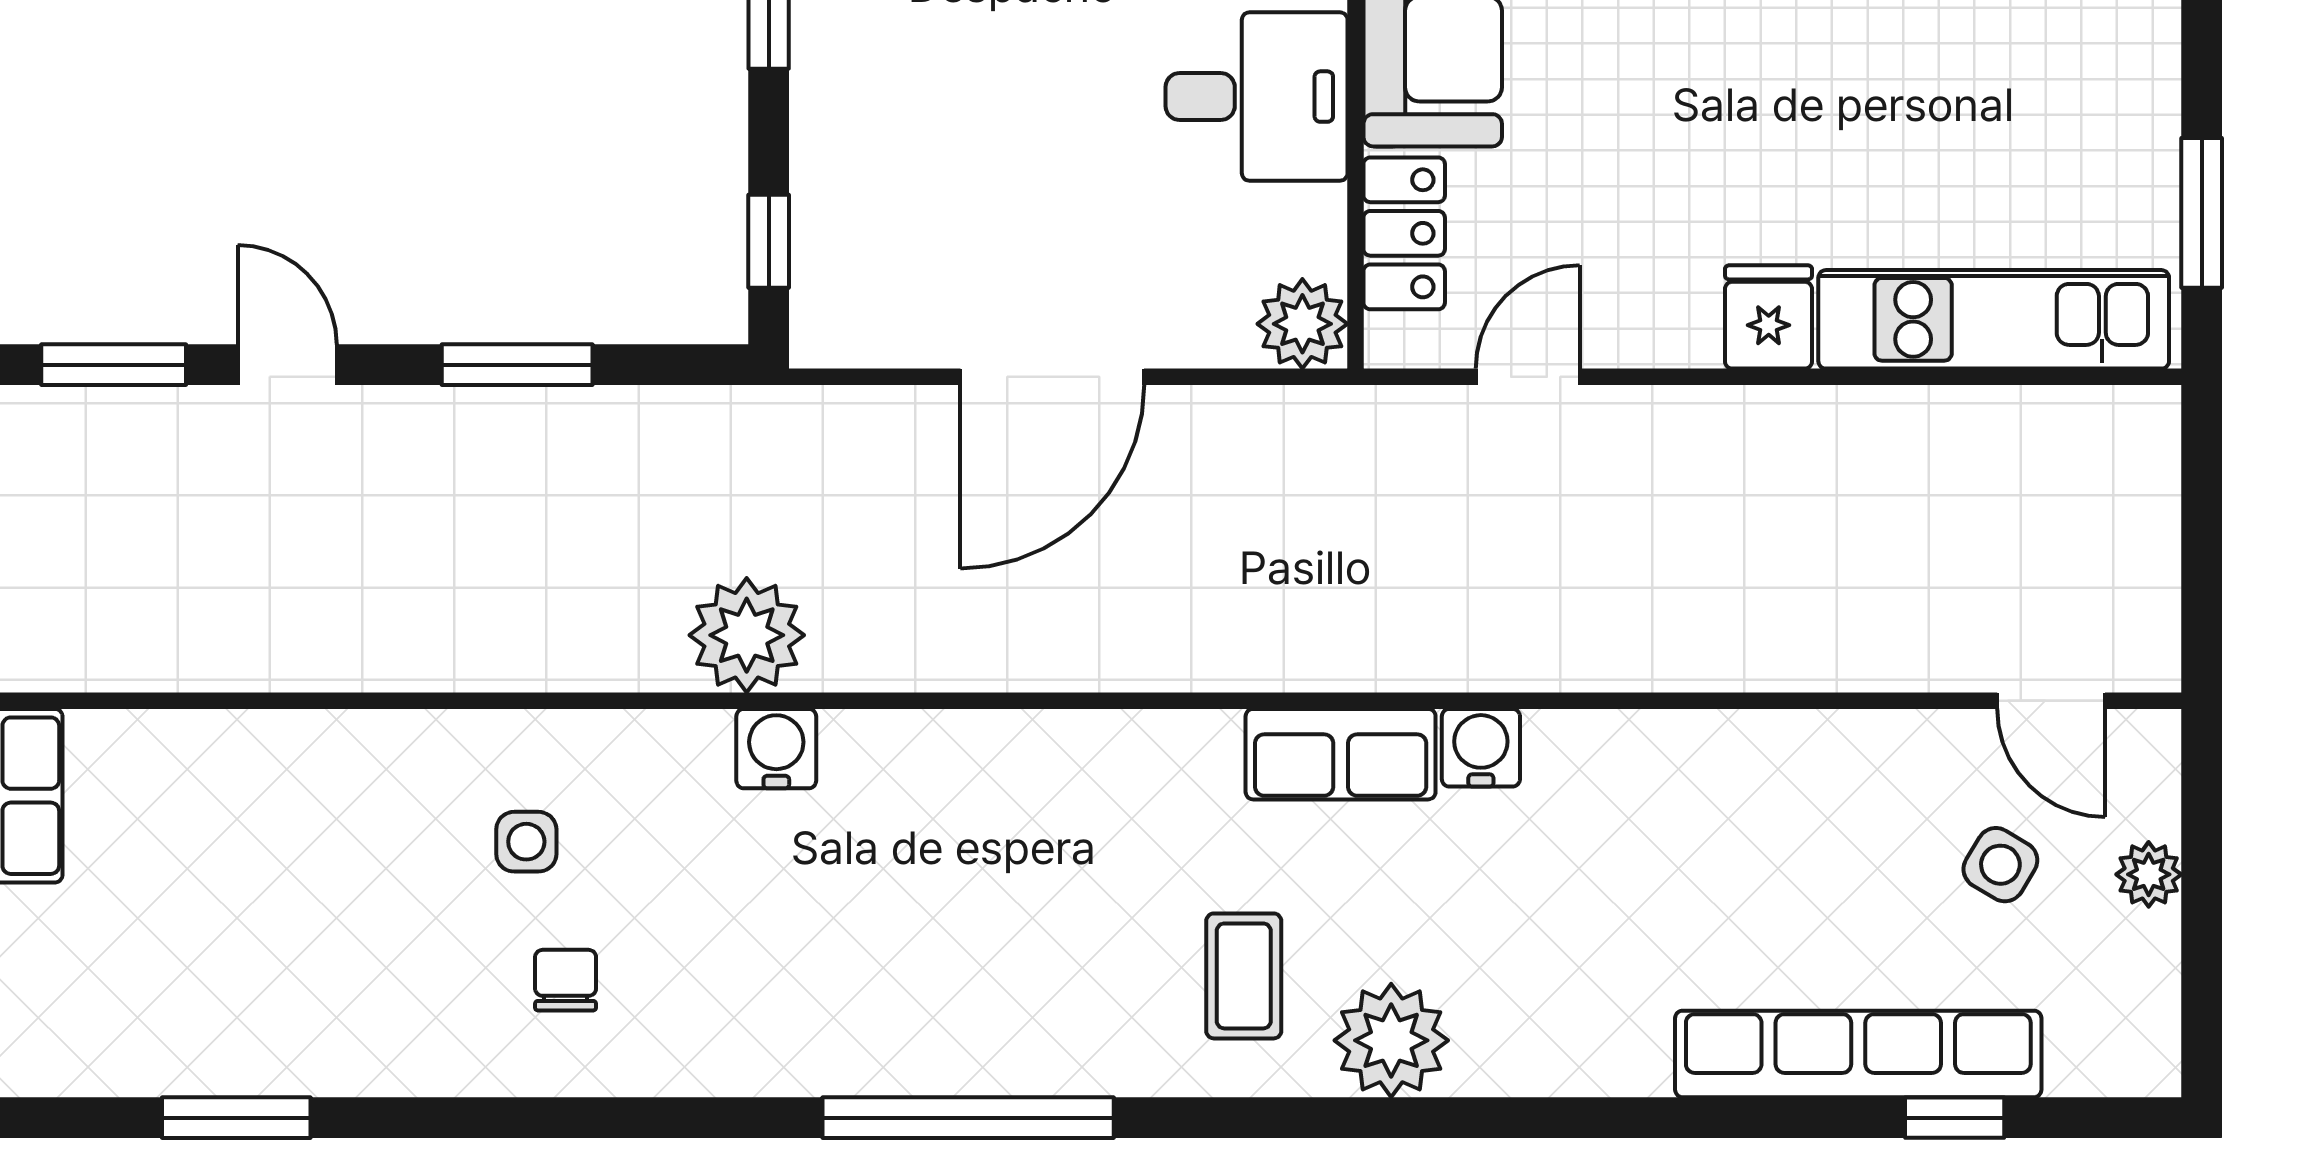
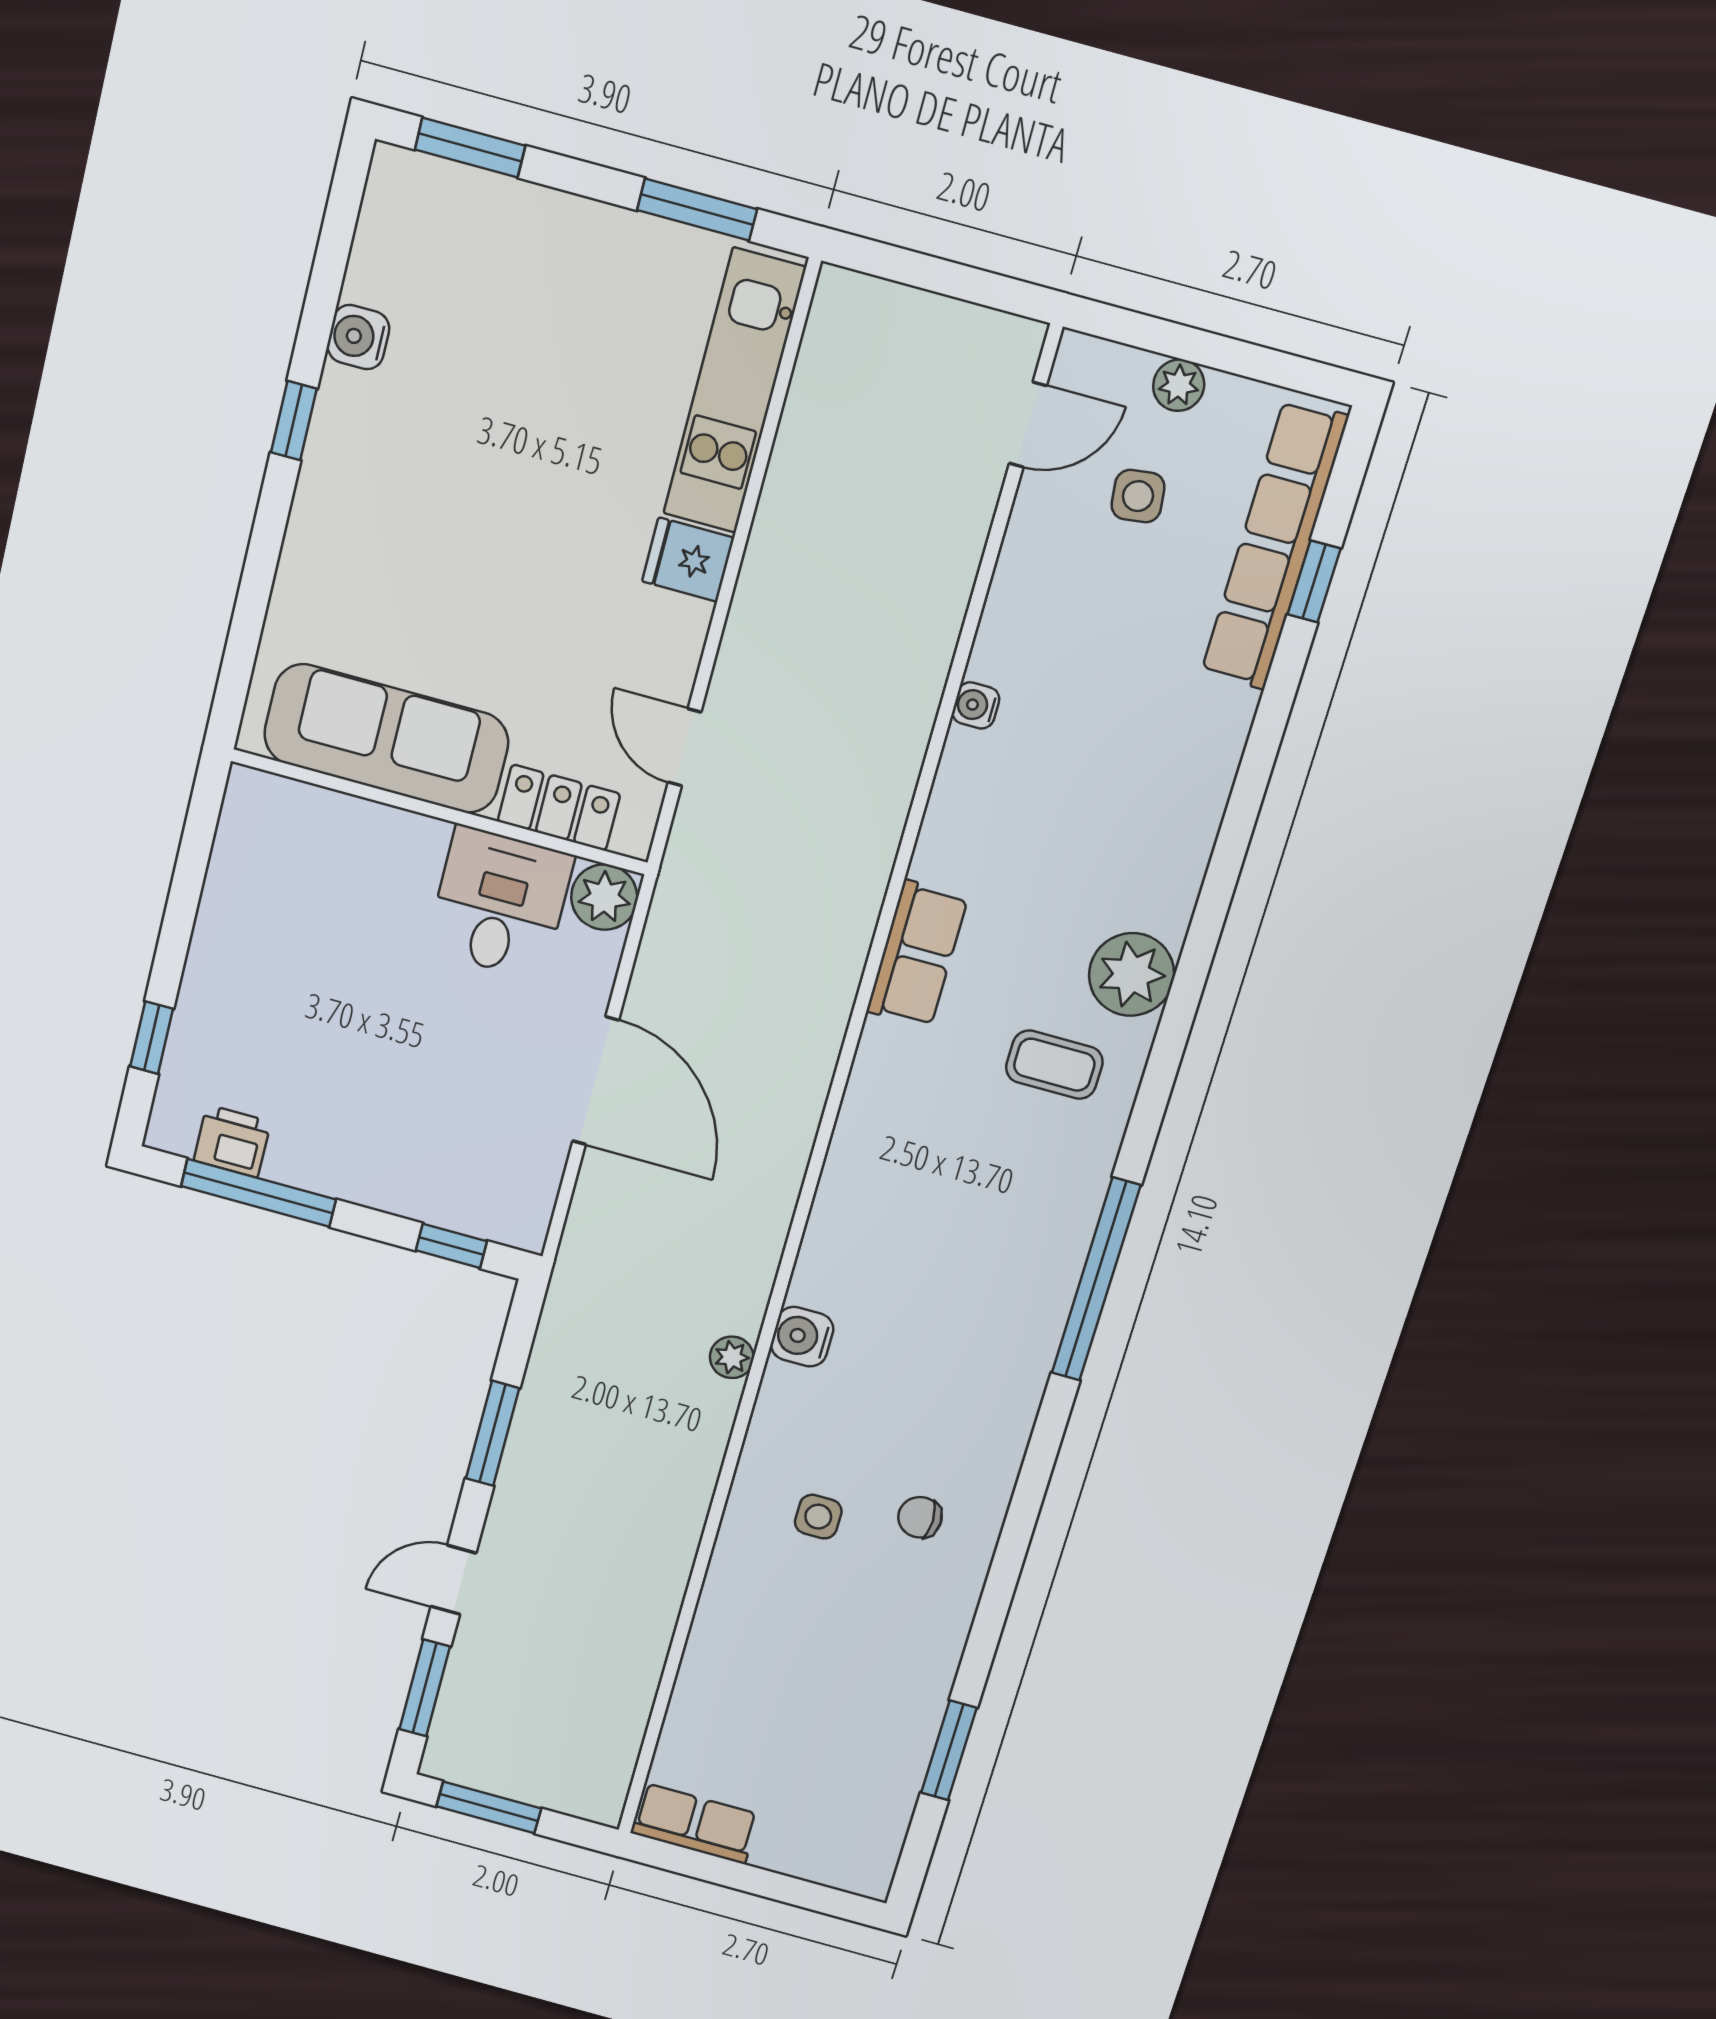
desk: (1256, 97) -> (500, 903), moved
plant: (747, 635) -> (732, 1357), width x0.53, depth x0.53
water cooler: (1481, 748) -> (976, 705), moved, width x0.72, depth x0.72
side table: (2000, 865) -> (1138, 496), turned -38
row of seats: (1858, 1054) -> (1274, 545), moved

